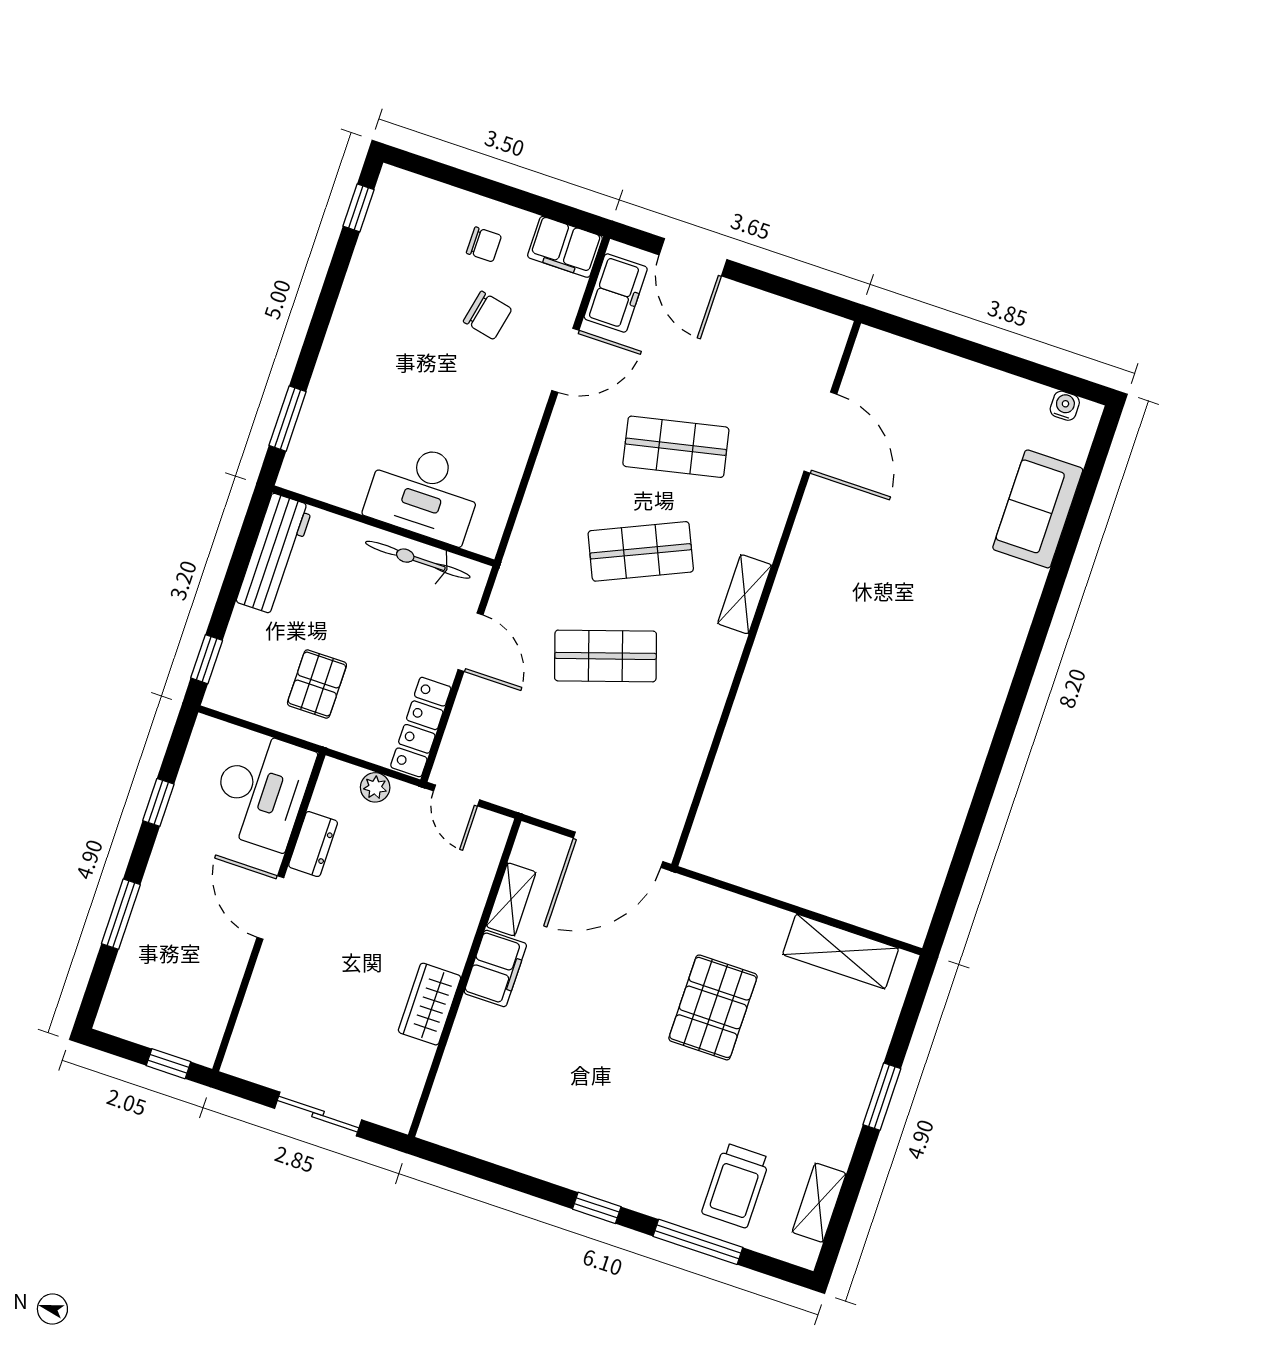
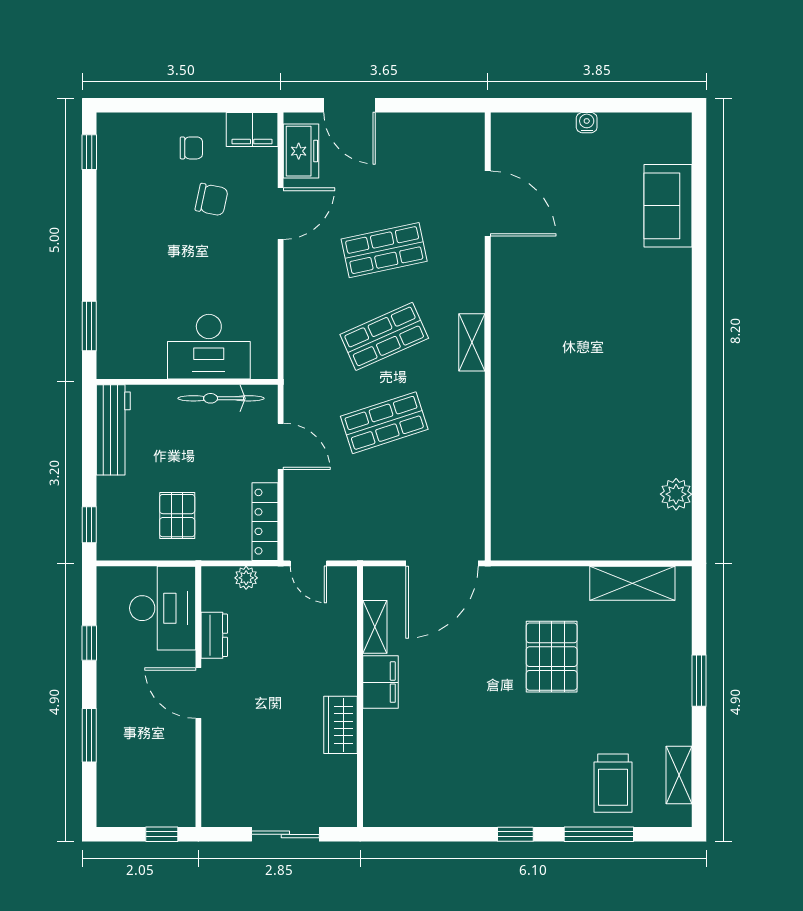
water cooler: (1065, 406) -> (587, 123), moved
plant: (930, 861) -> (676, 494), added

